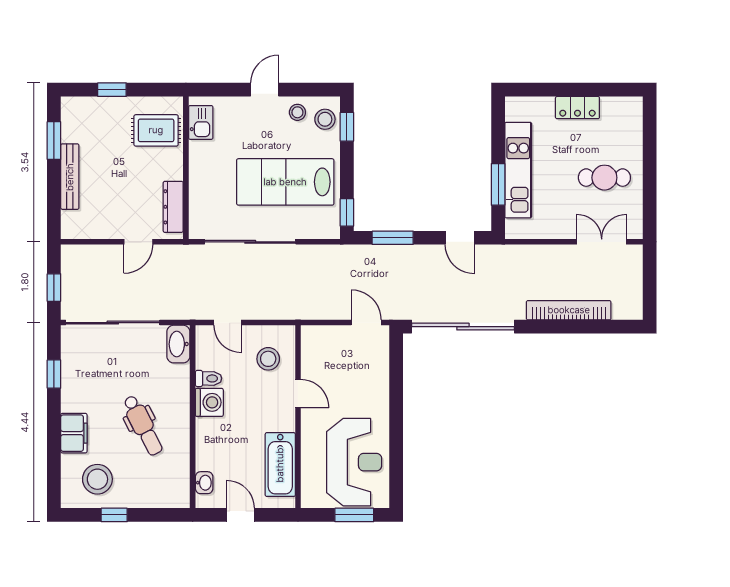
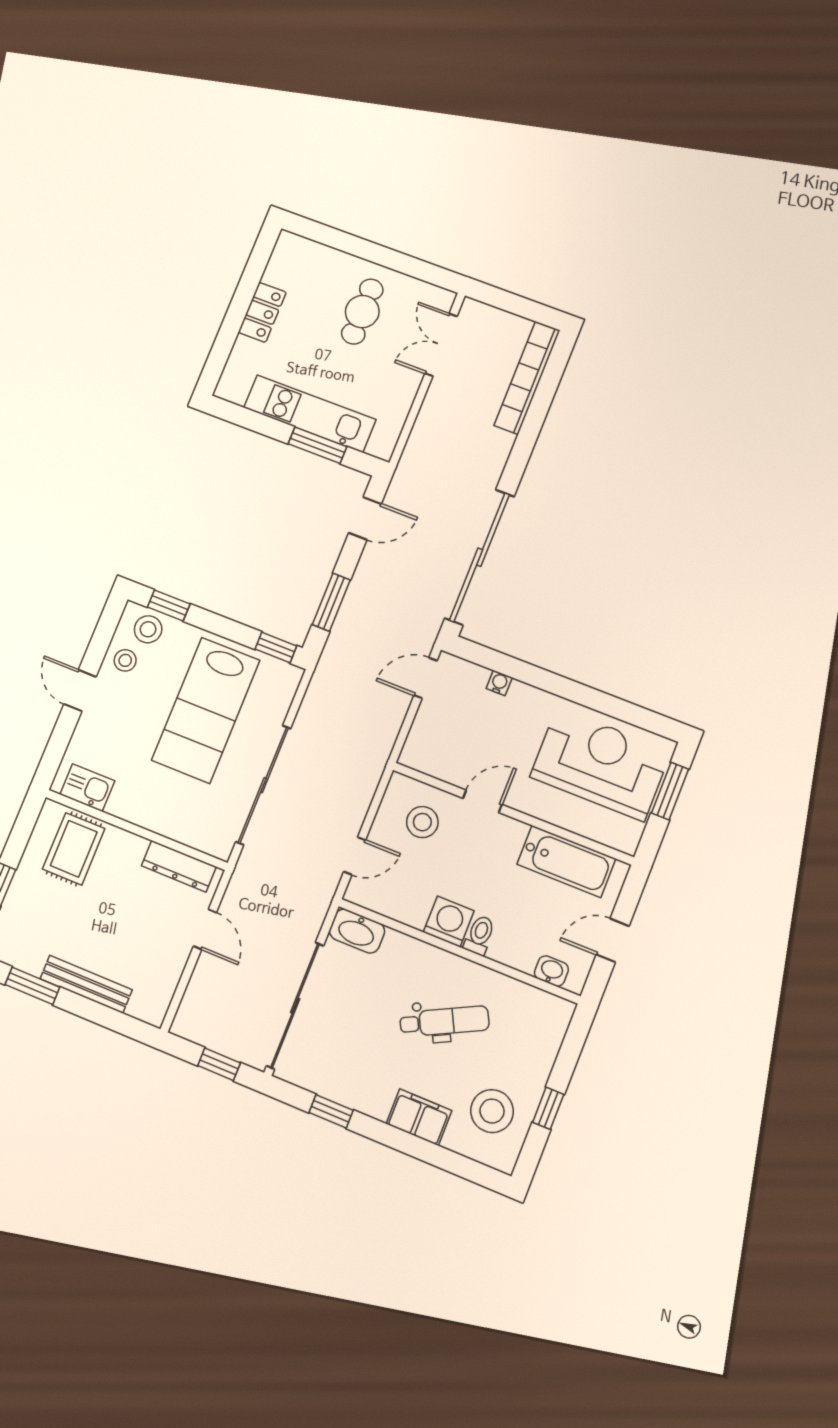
bookcase: (569, 310) -> (527, 378), moved
water cooler: (382, 374) -> (499, 683), added
toilet: (208, 378) -> (480, 935), moved

